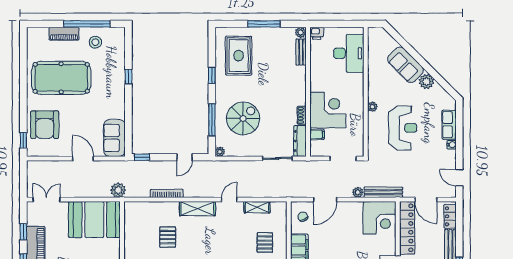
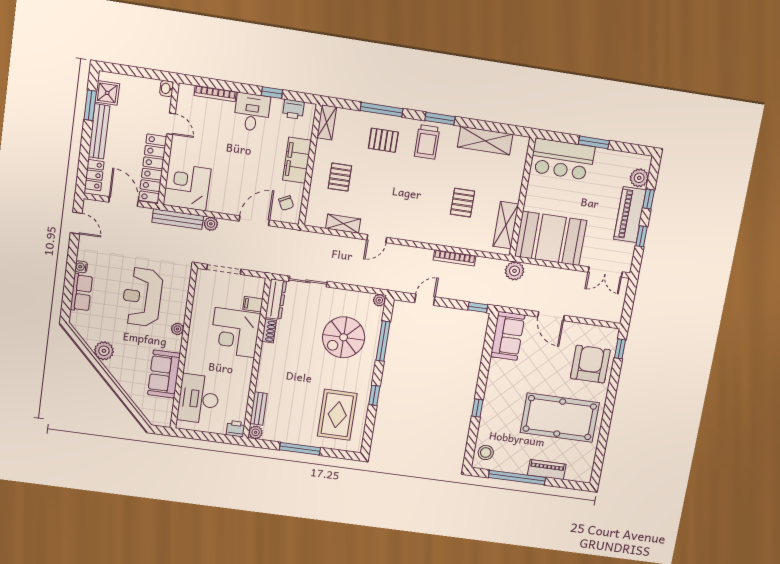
stool: (95, 42) -> (486, 452), moved
sofa: (405, 65) -> (164, 374), moved, turned -135
shelving: (197, 209) -> (506, 225), moved, turned 90

